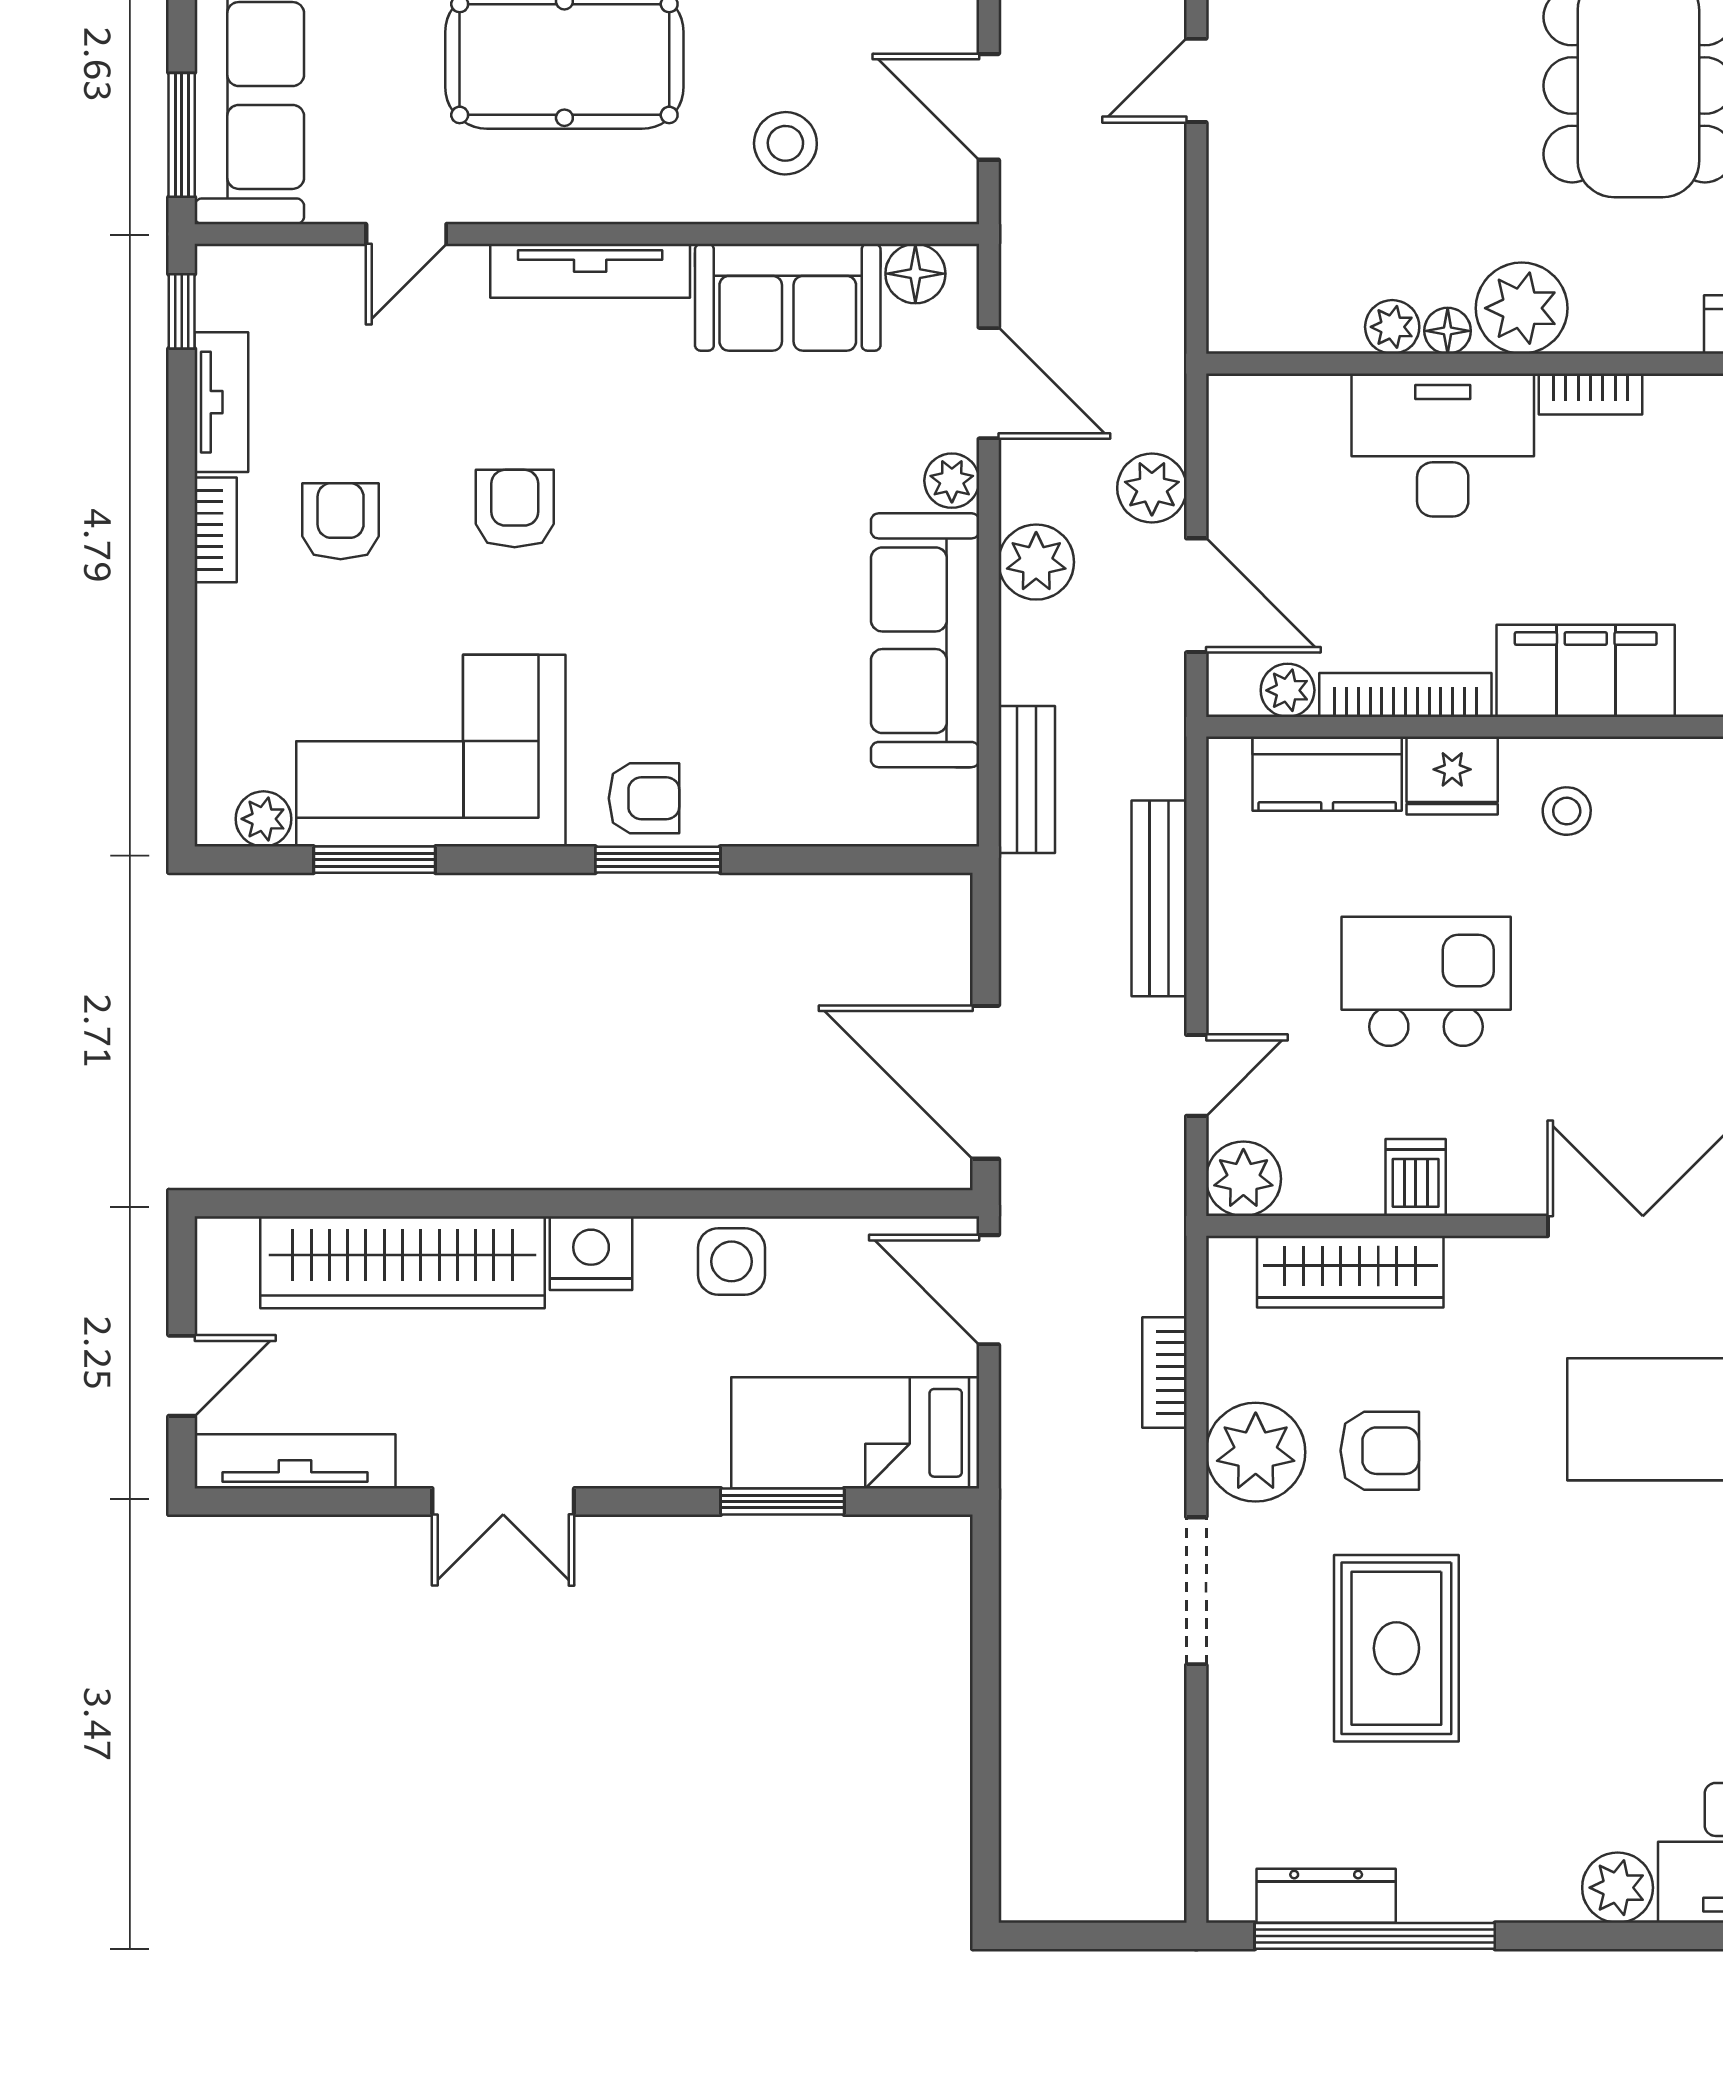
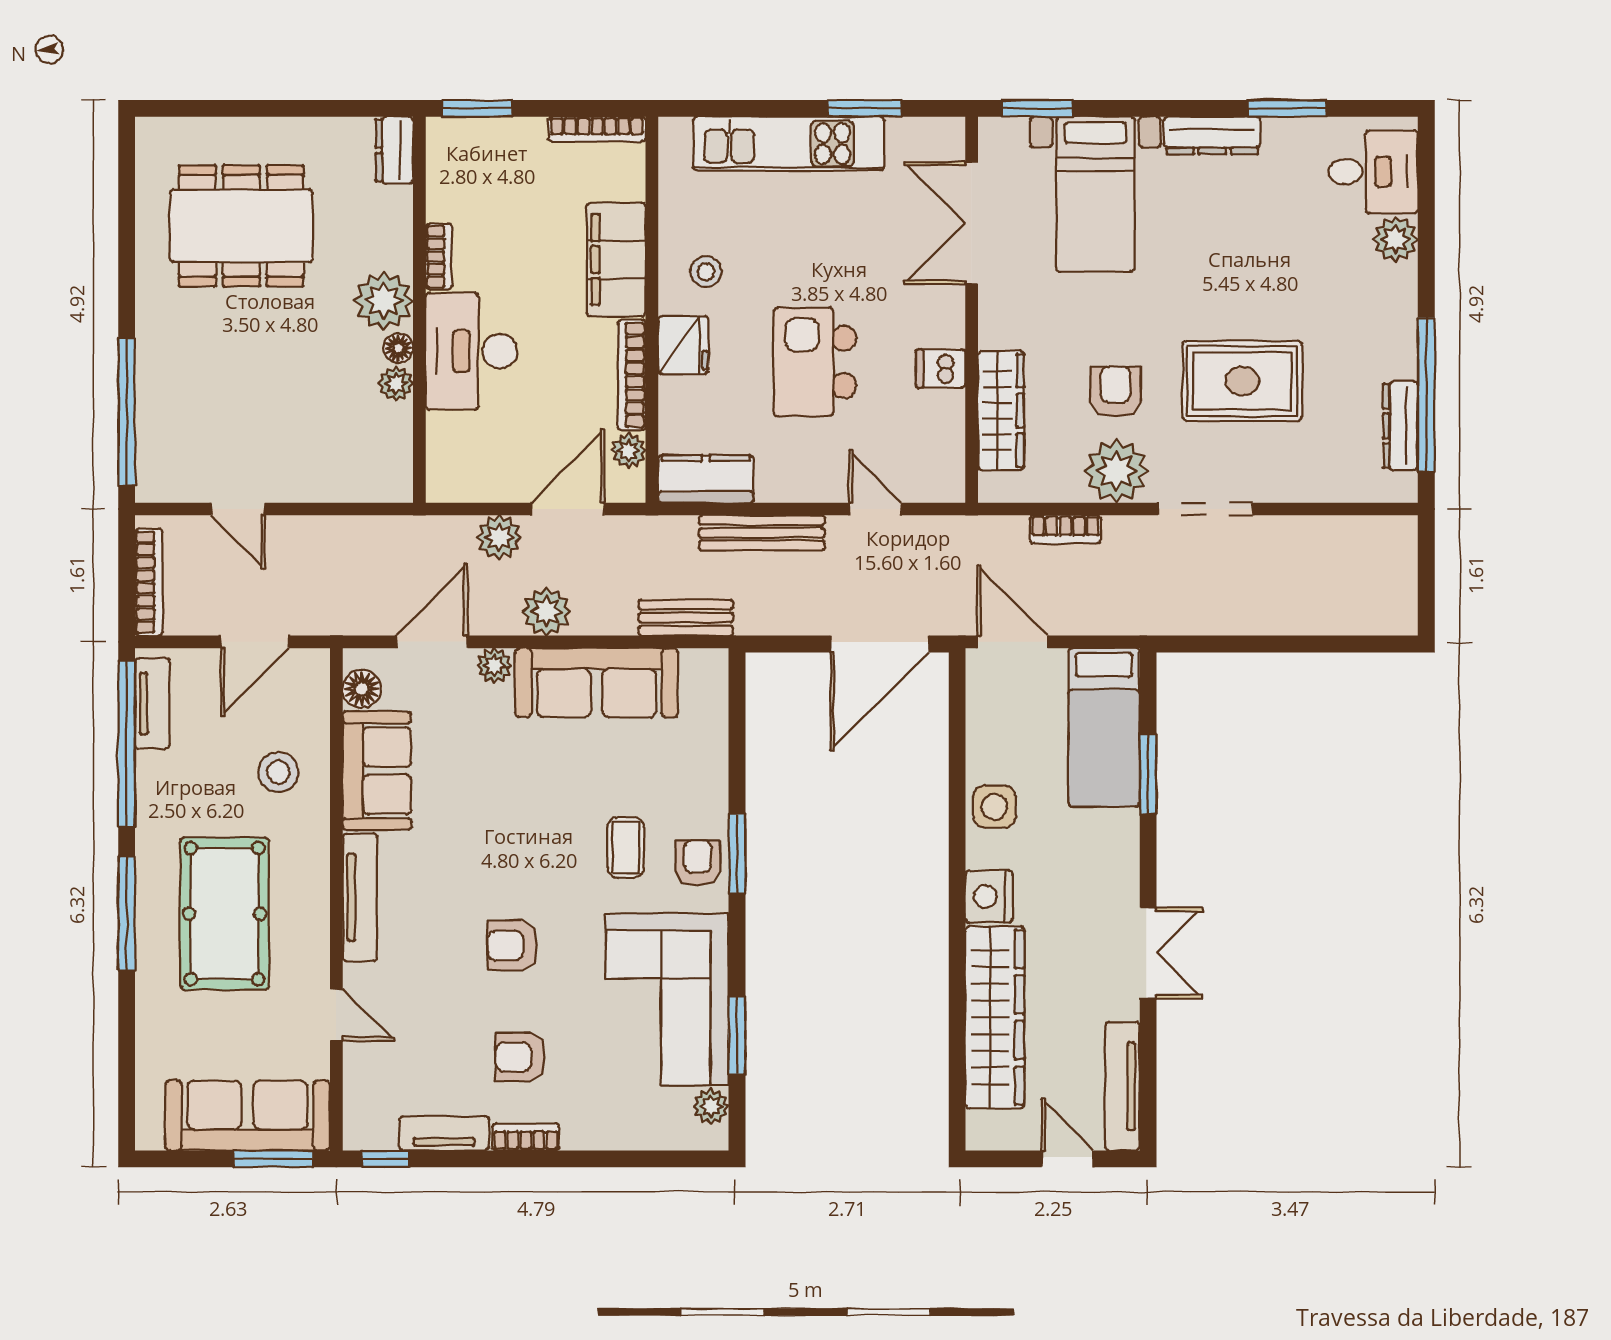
coffee table: (668, 686) -> (626, 847), added
kitchen counter: (1327, 774) -> (706, 479), moved, turned -90
plant: (1243, 1179) -> (941, 479), removed
door: (989, 1290) -> (1012, 642), swing flipped

